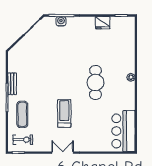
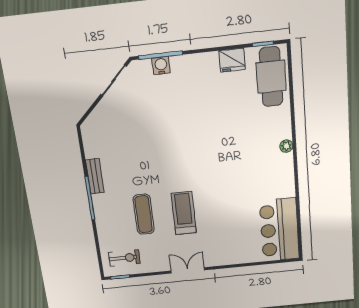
cafe table: (95, 83) -> (271, 77), moved
exercise mat: (22, 114) -> (144, 214), moved

